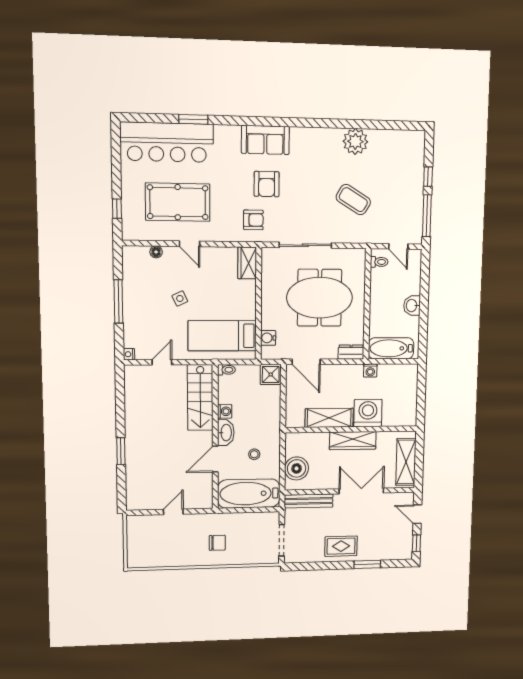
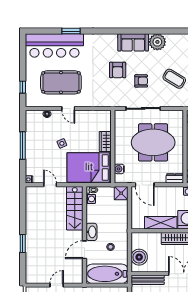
sofa: (265, 140) -> (133, 42), moved
plant: (355, 141) -> (157, 42), moved
armchair: (253, 220) -> (141, 81), moved
wardrobe: (247, 263) -> (105, 142), moved
bed: (222, 336) -> (89, 167), width x1.50
door: (162, 362) -> (50, 185), hinge flipped
washing machine: (225, 411) -> (91, 199), moved

